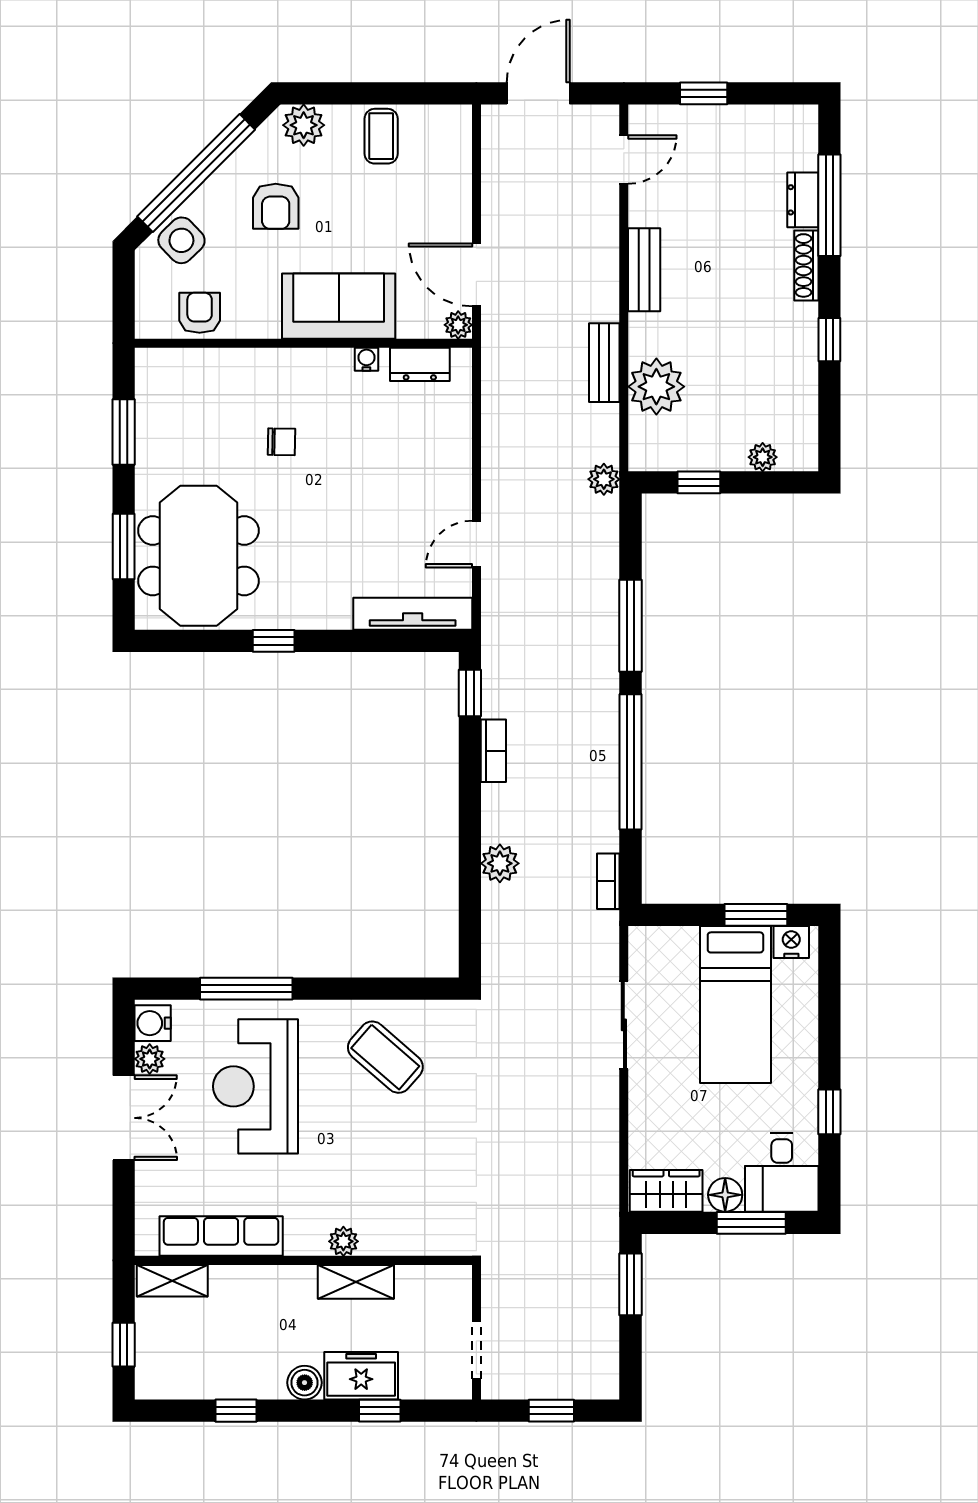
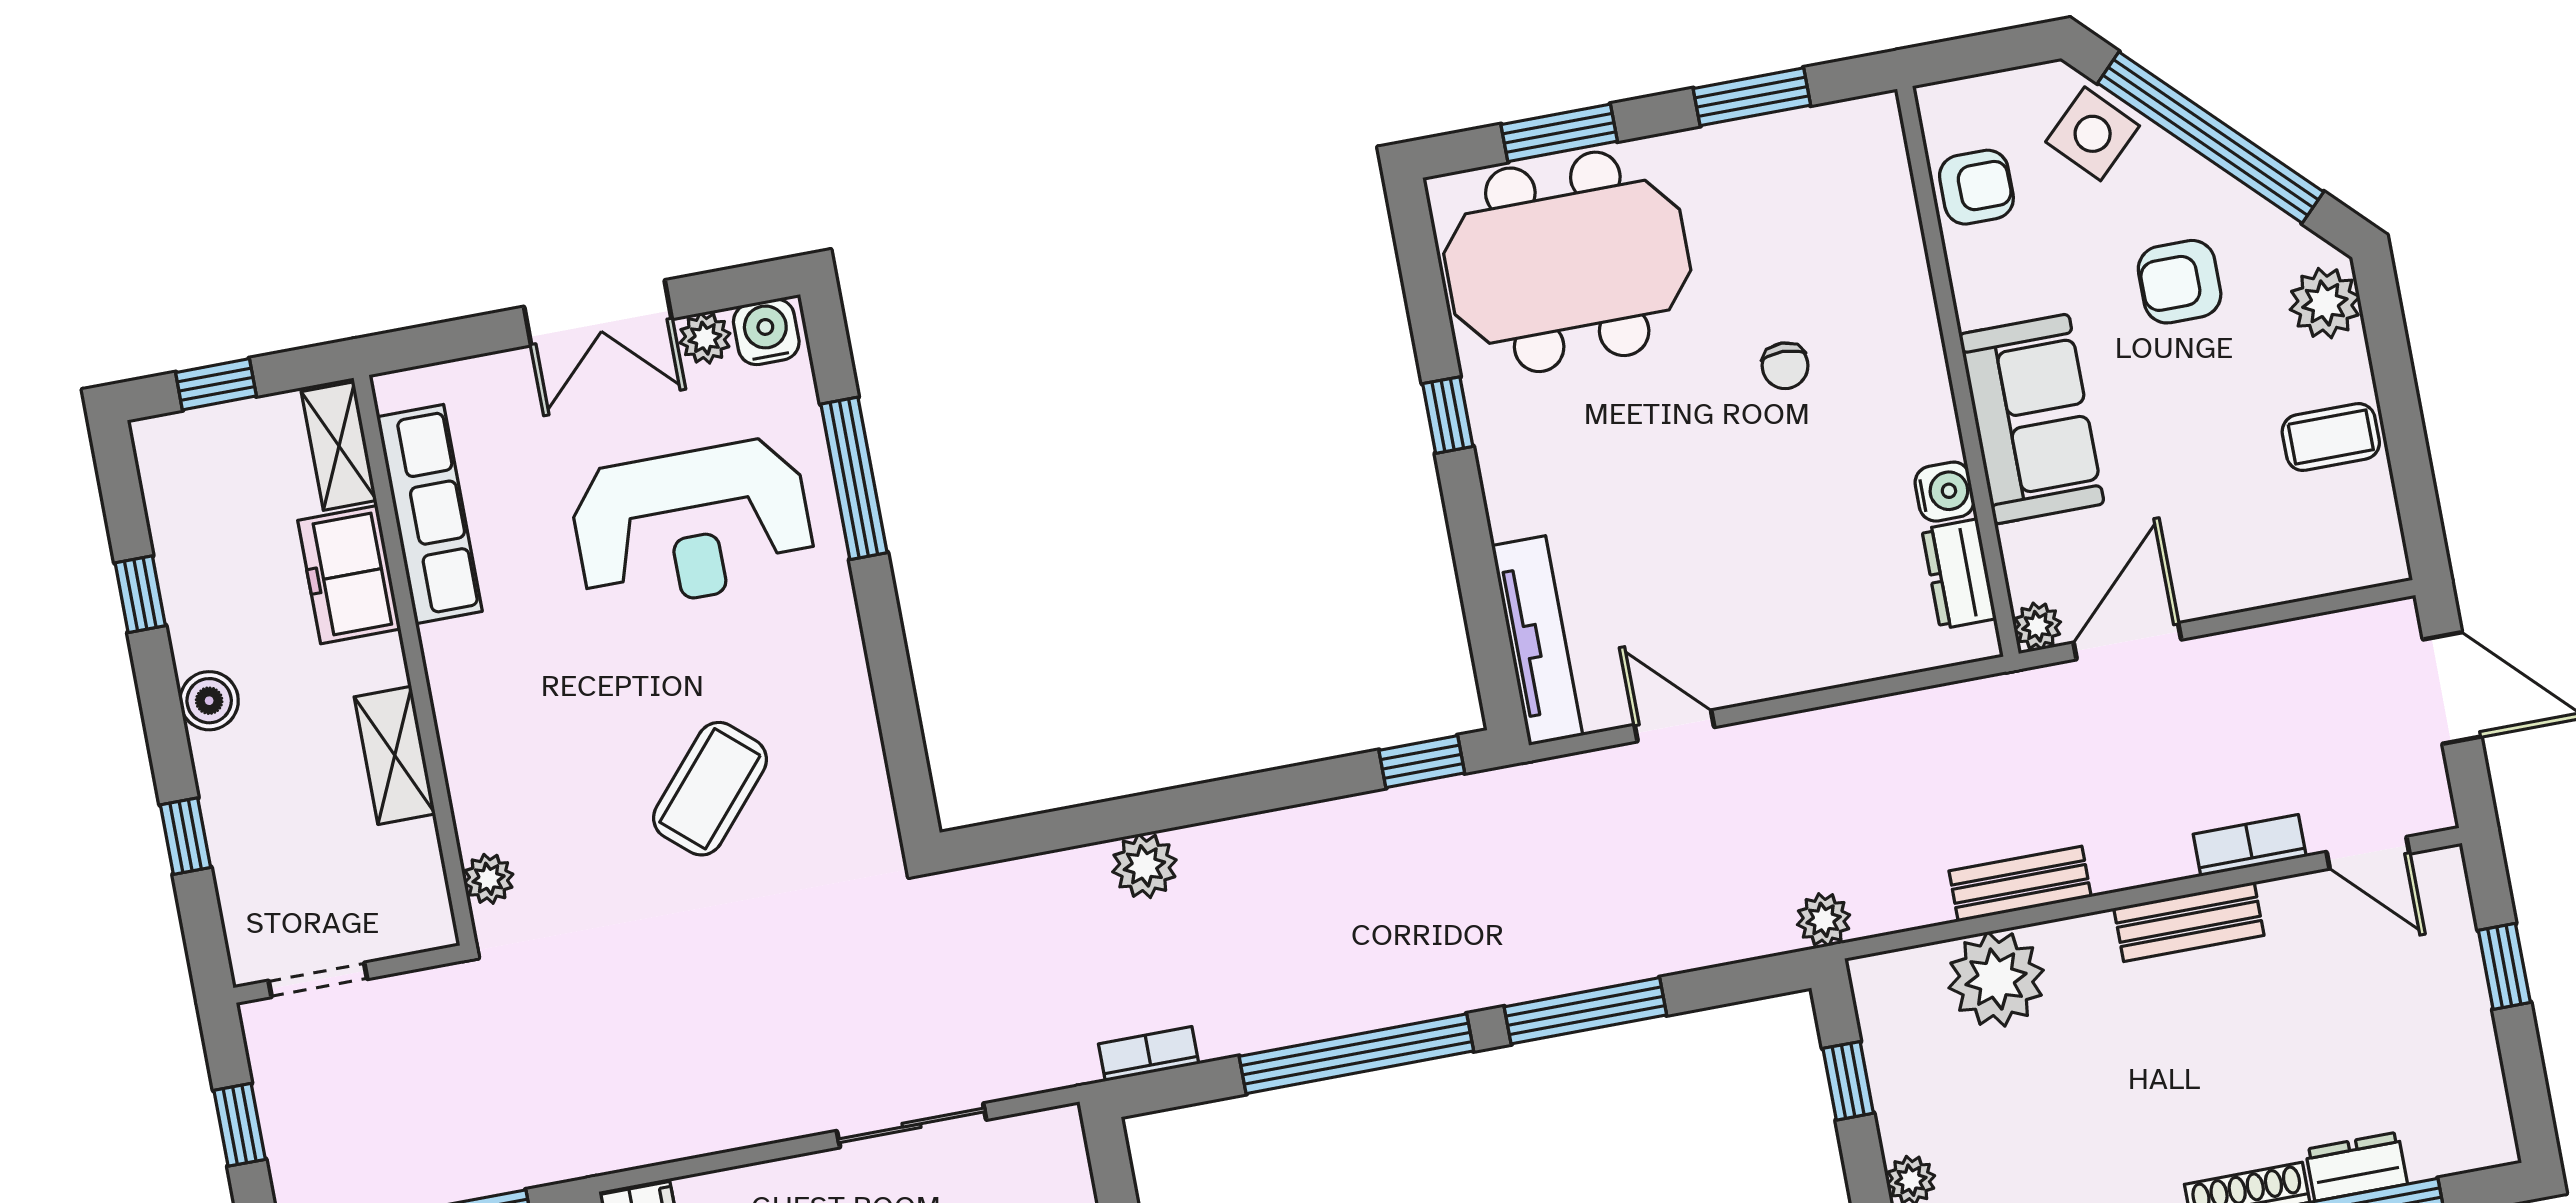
water cooler: (366, 359) -> (1945, 492), width x1.38, depth x1.38
bookcase: (493, 751) -> (2250, 845), moved, turned 180
coffee table: (385, 1057) -> (710, 789), moved
reception desk: (255, 1086) -> (692, 525), turned 180
plant: (343, 1241) -> (489, 879), moved
freezer: (361, 1376) -> (349, 575), moved, turned 180

